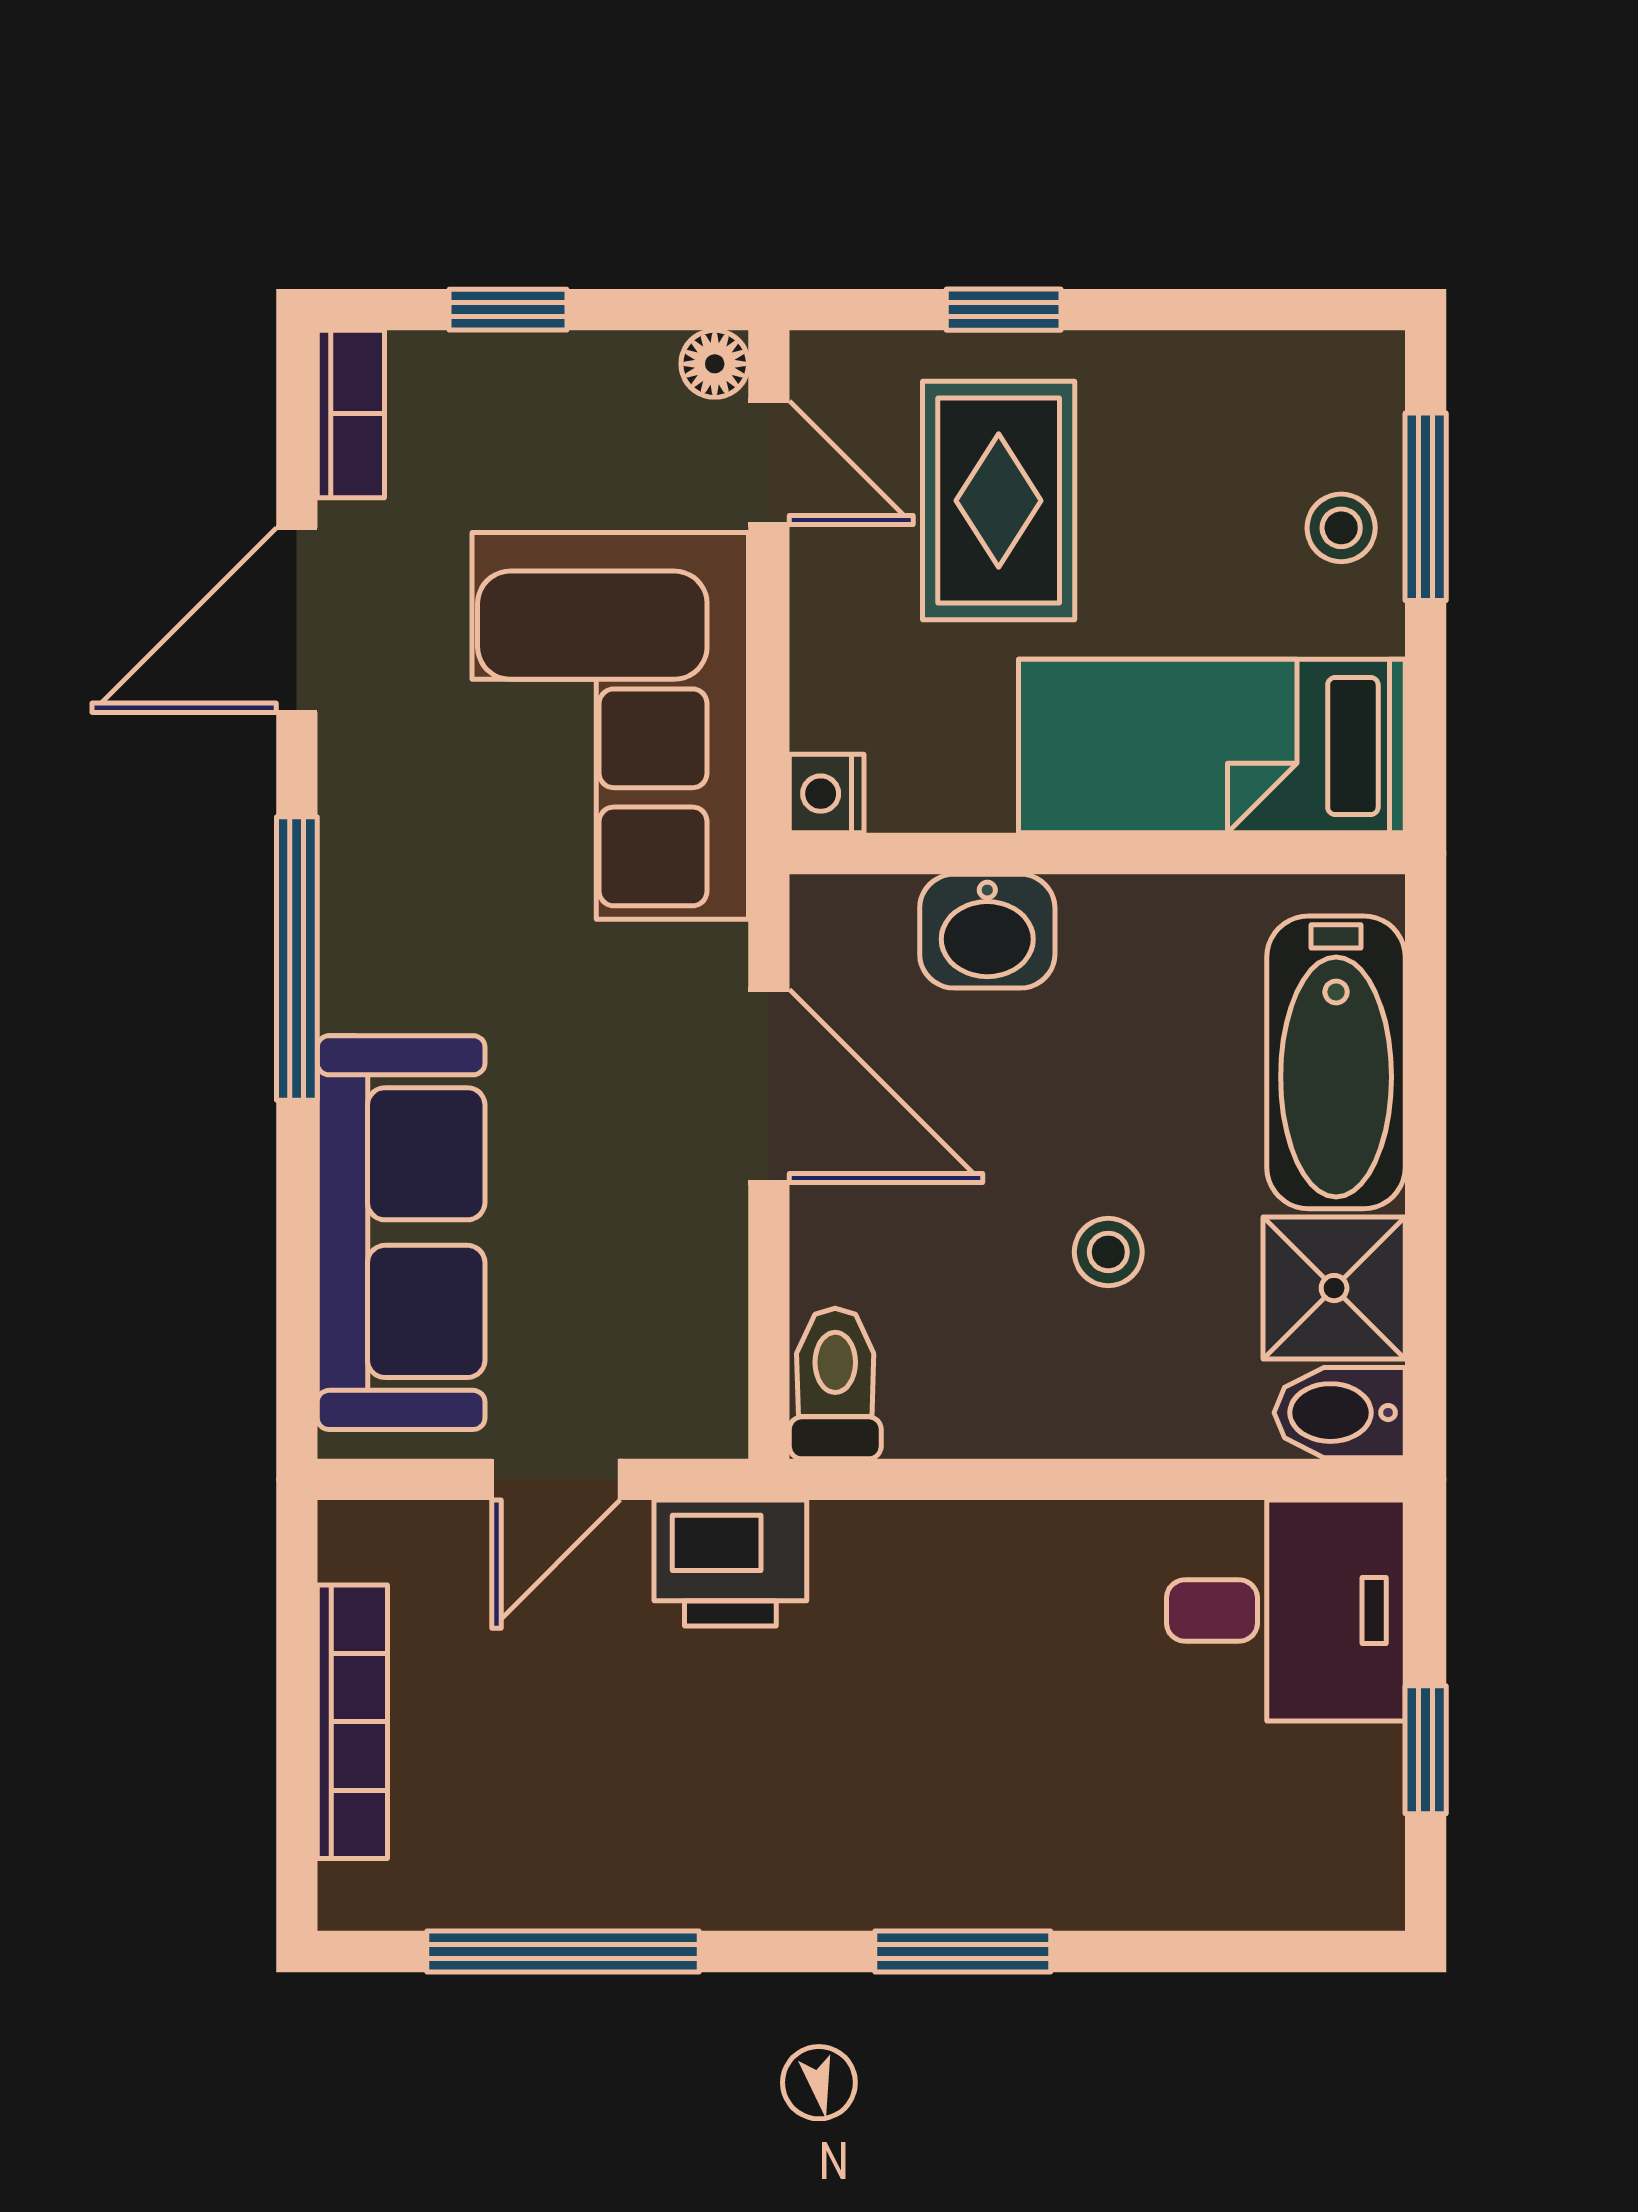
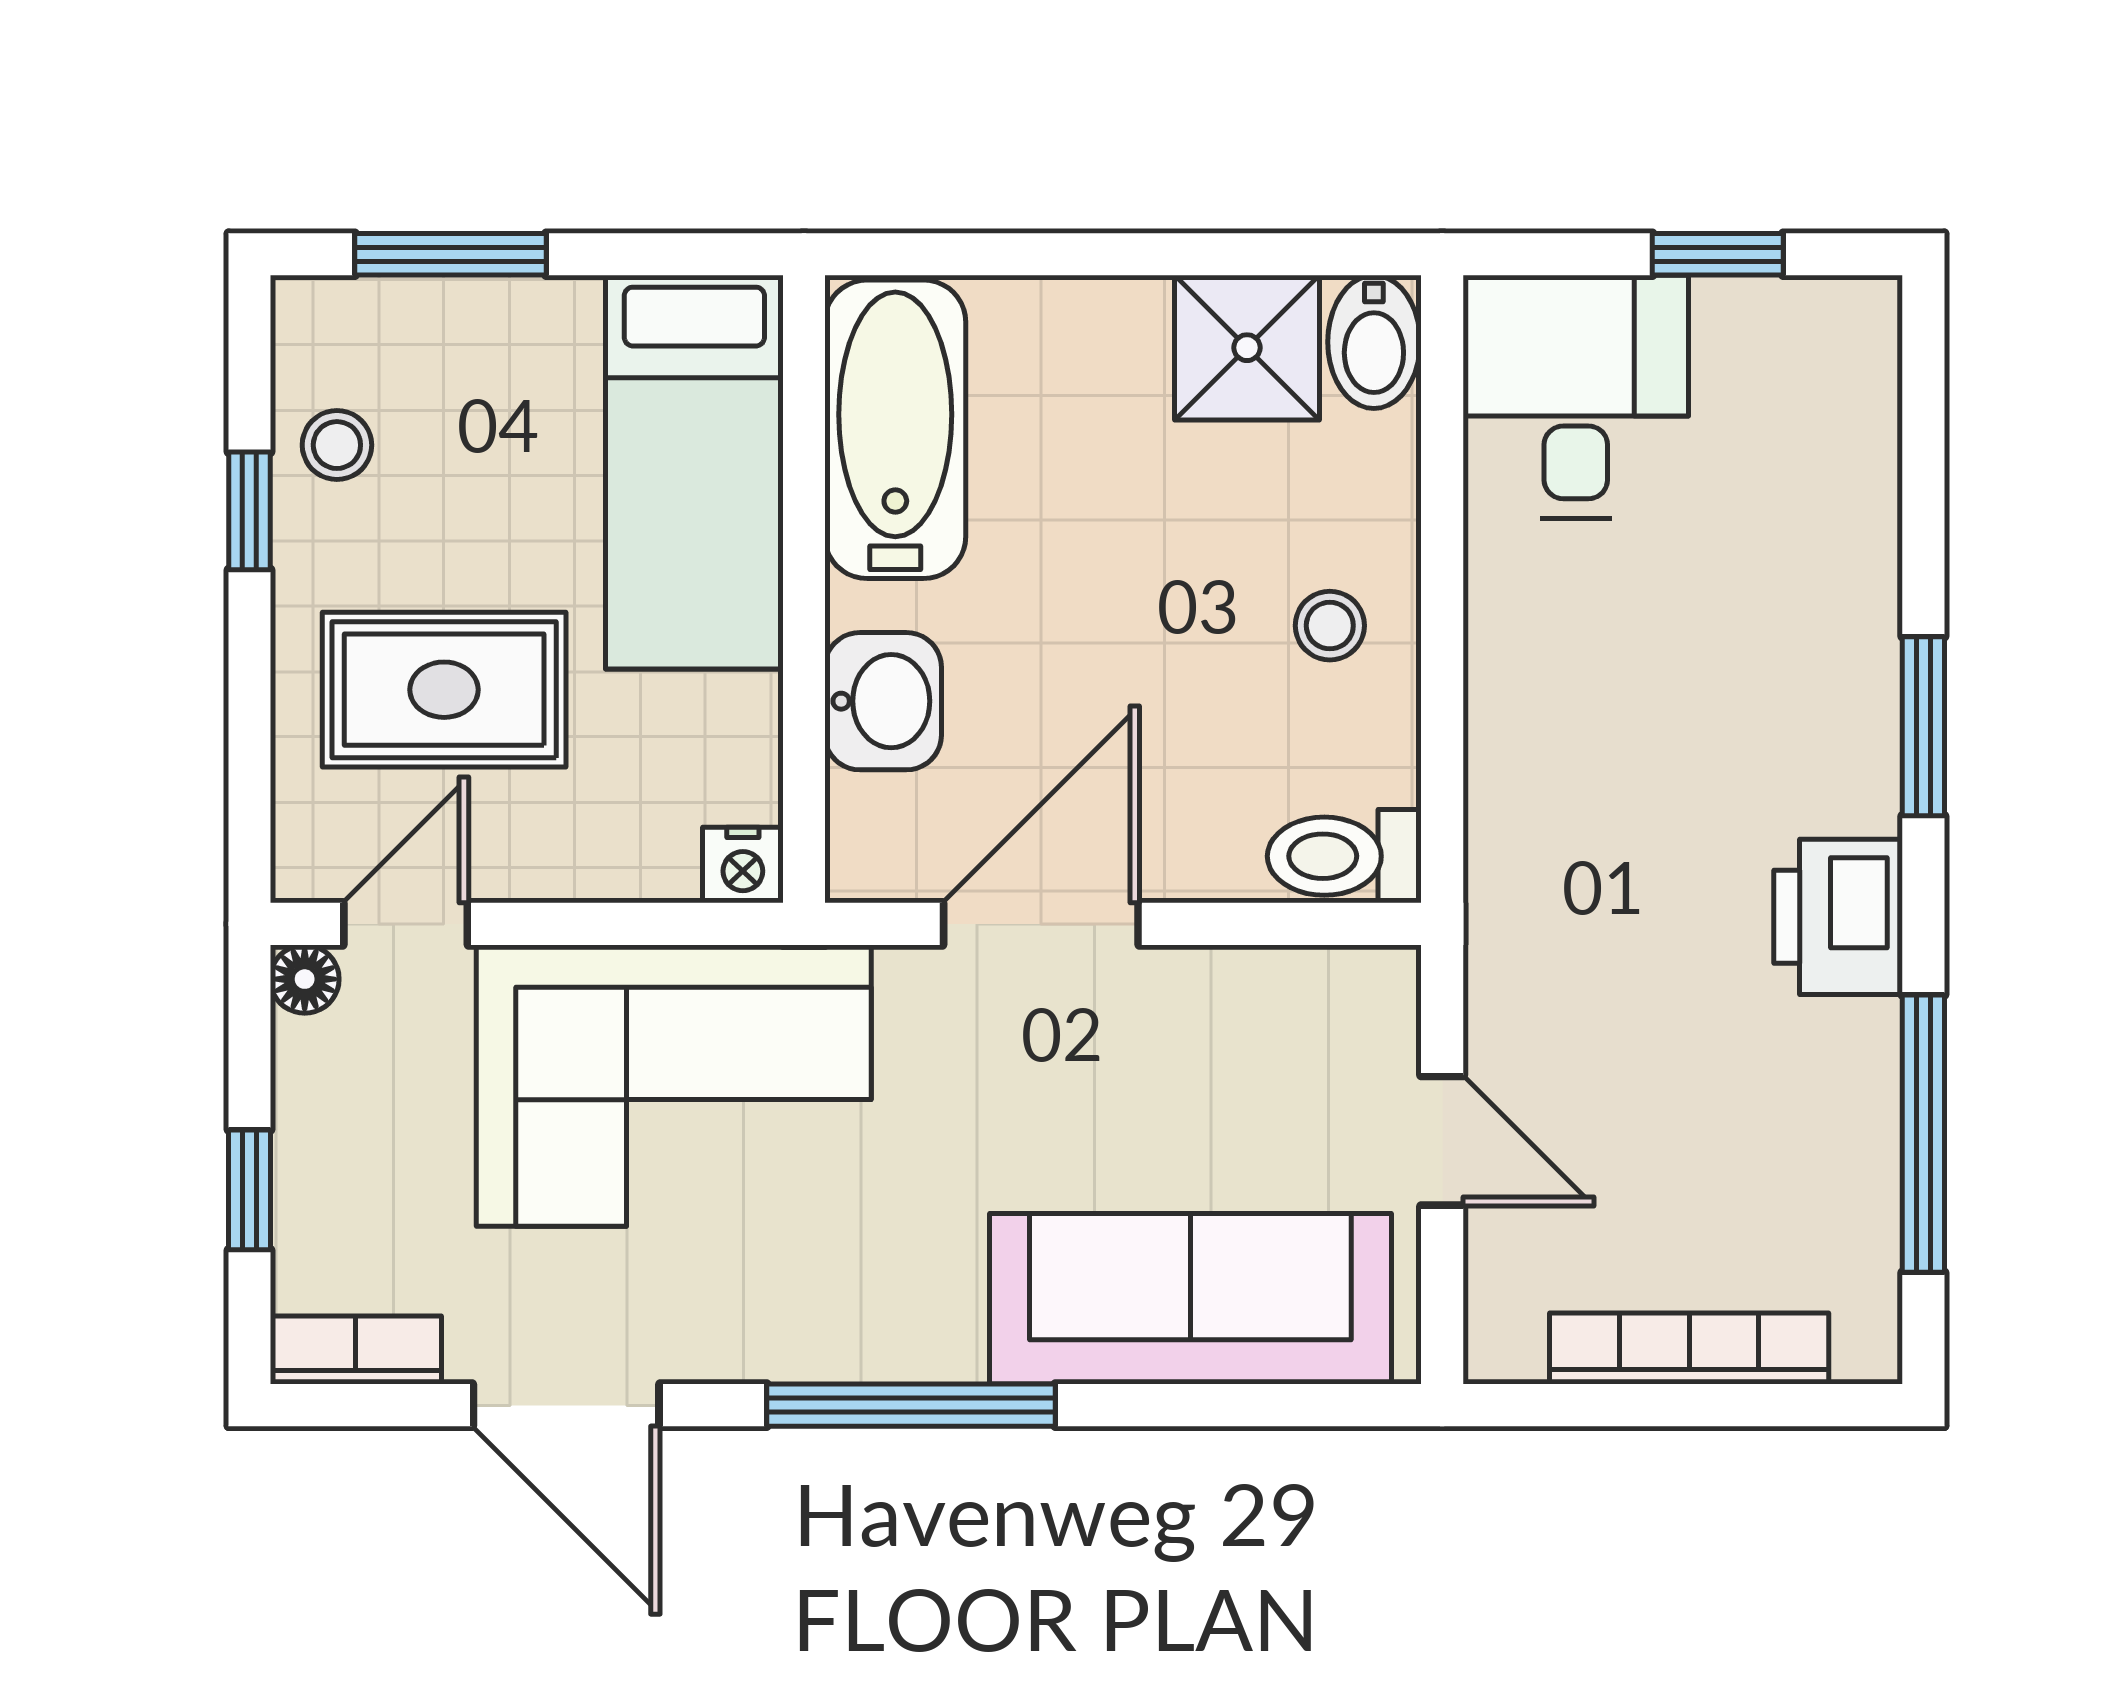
window: (1004, 310) -> (249, 511), moved
stool: (1341, 528) -> (337, 445), moved
bathtub: (1336, 1062) -> (895, 429), moved, turned -90
stool: (1108, 1252) -> (1330, 626), moved
printer: (730, 1563) -> (1838, 917), moved, turned 180

